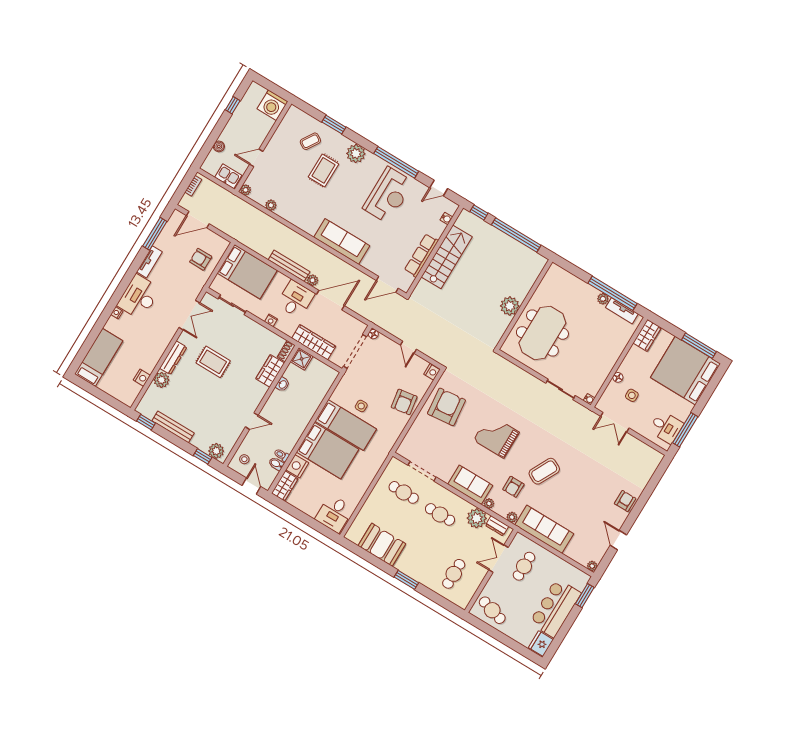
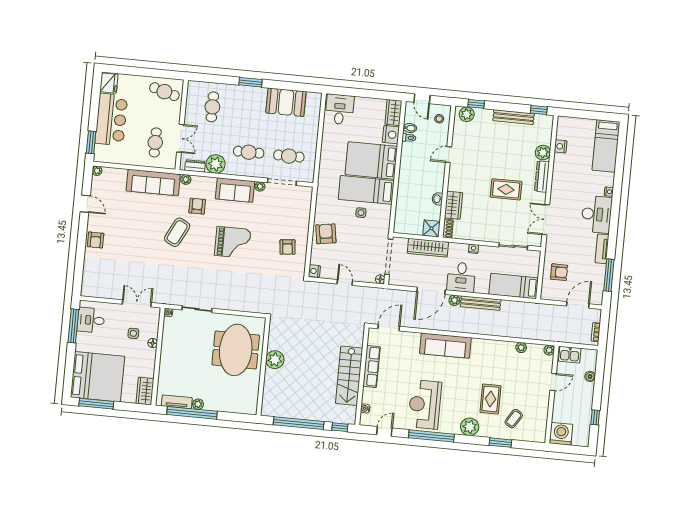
bed: (247, 272) -> (514, 286), width x0.67
armchair: (446, 407) -> (287, 247), width x0.53, depth x0.53
plant: (489, 504) -> (260, 186), moved

